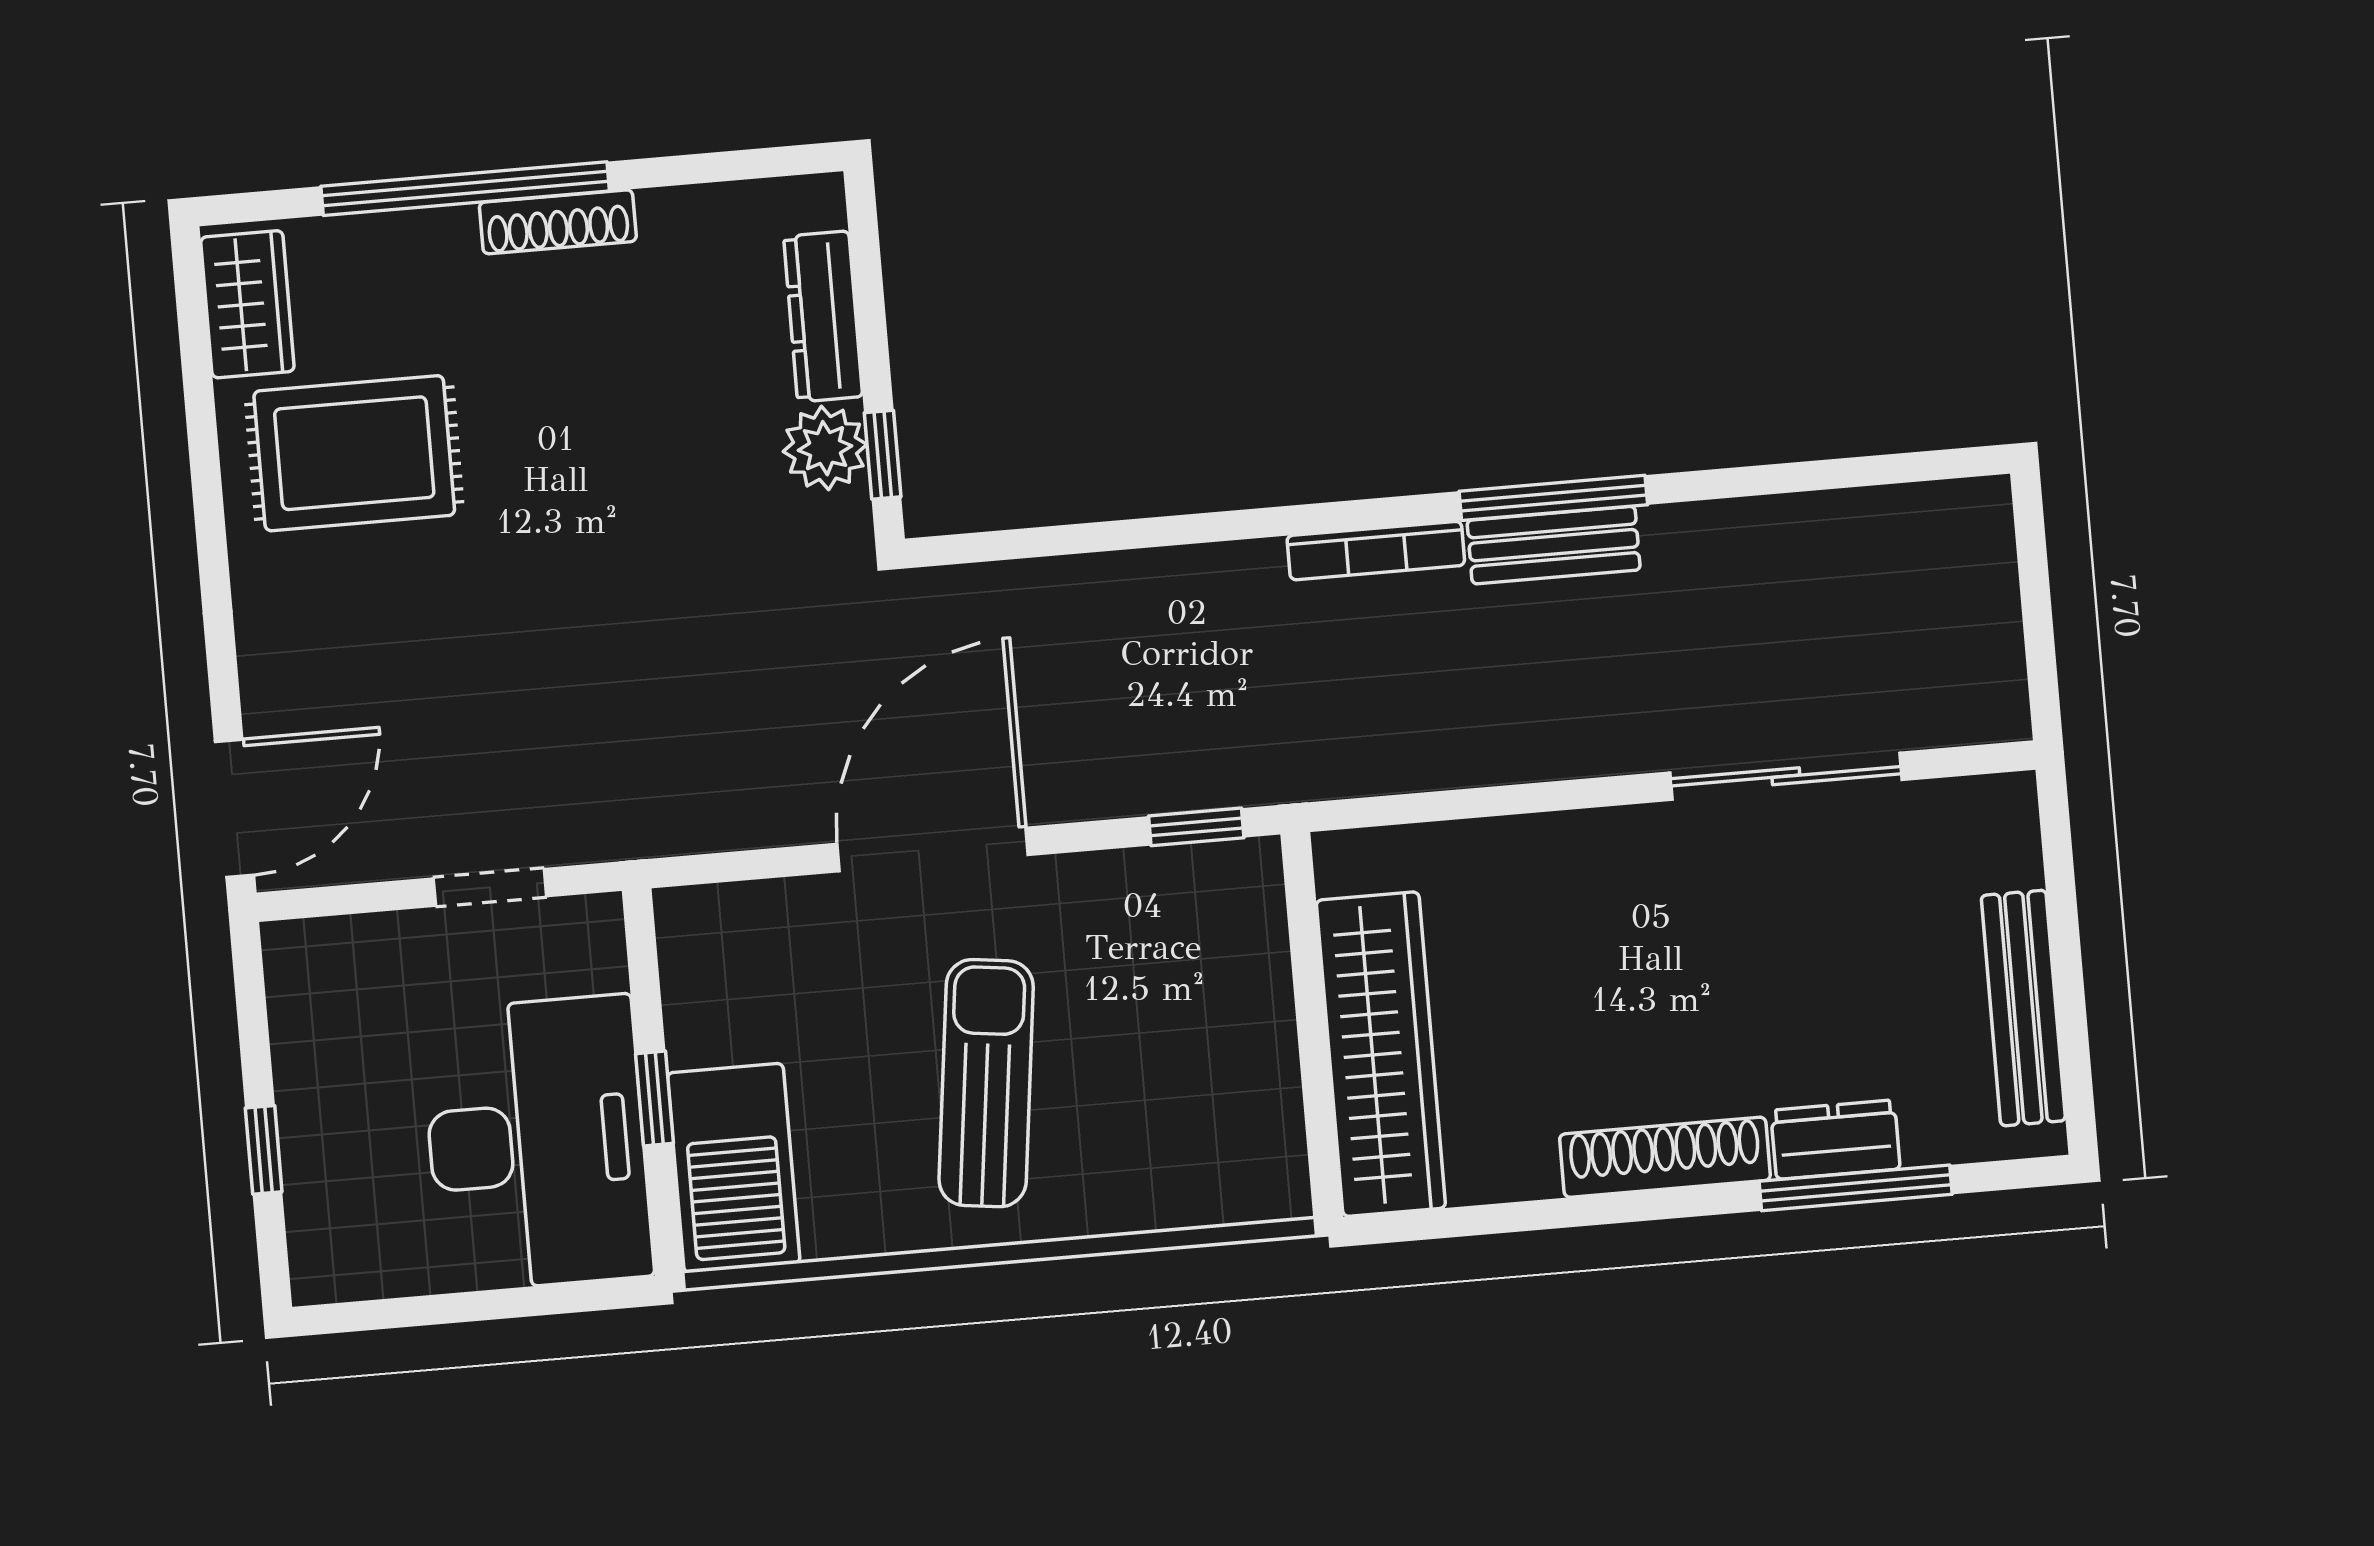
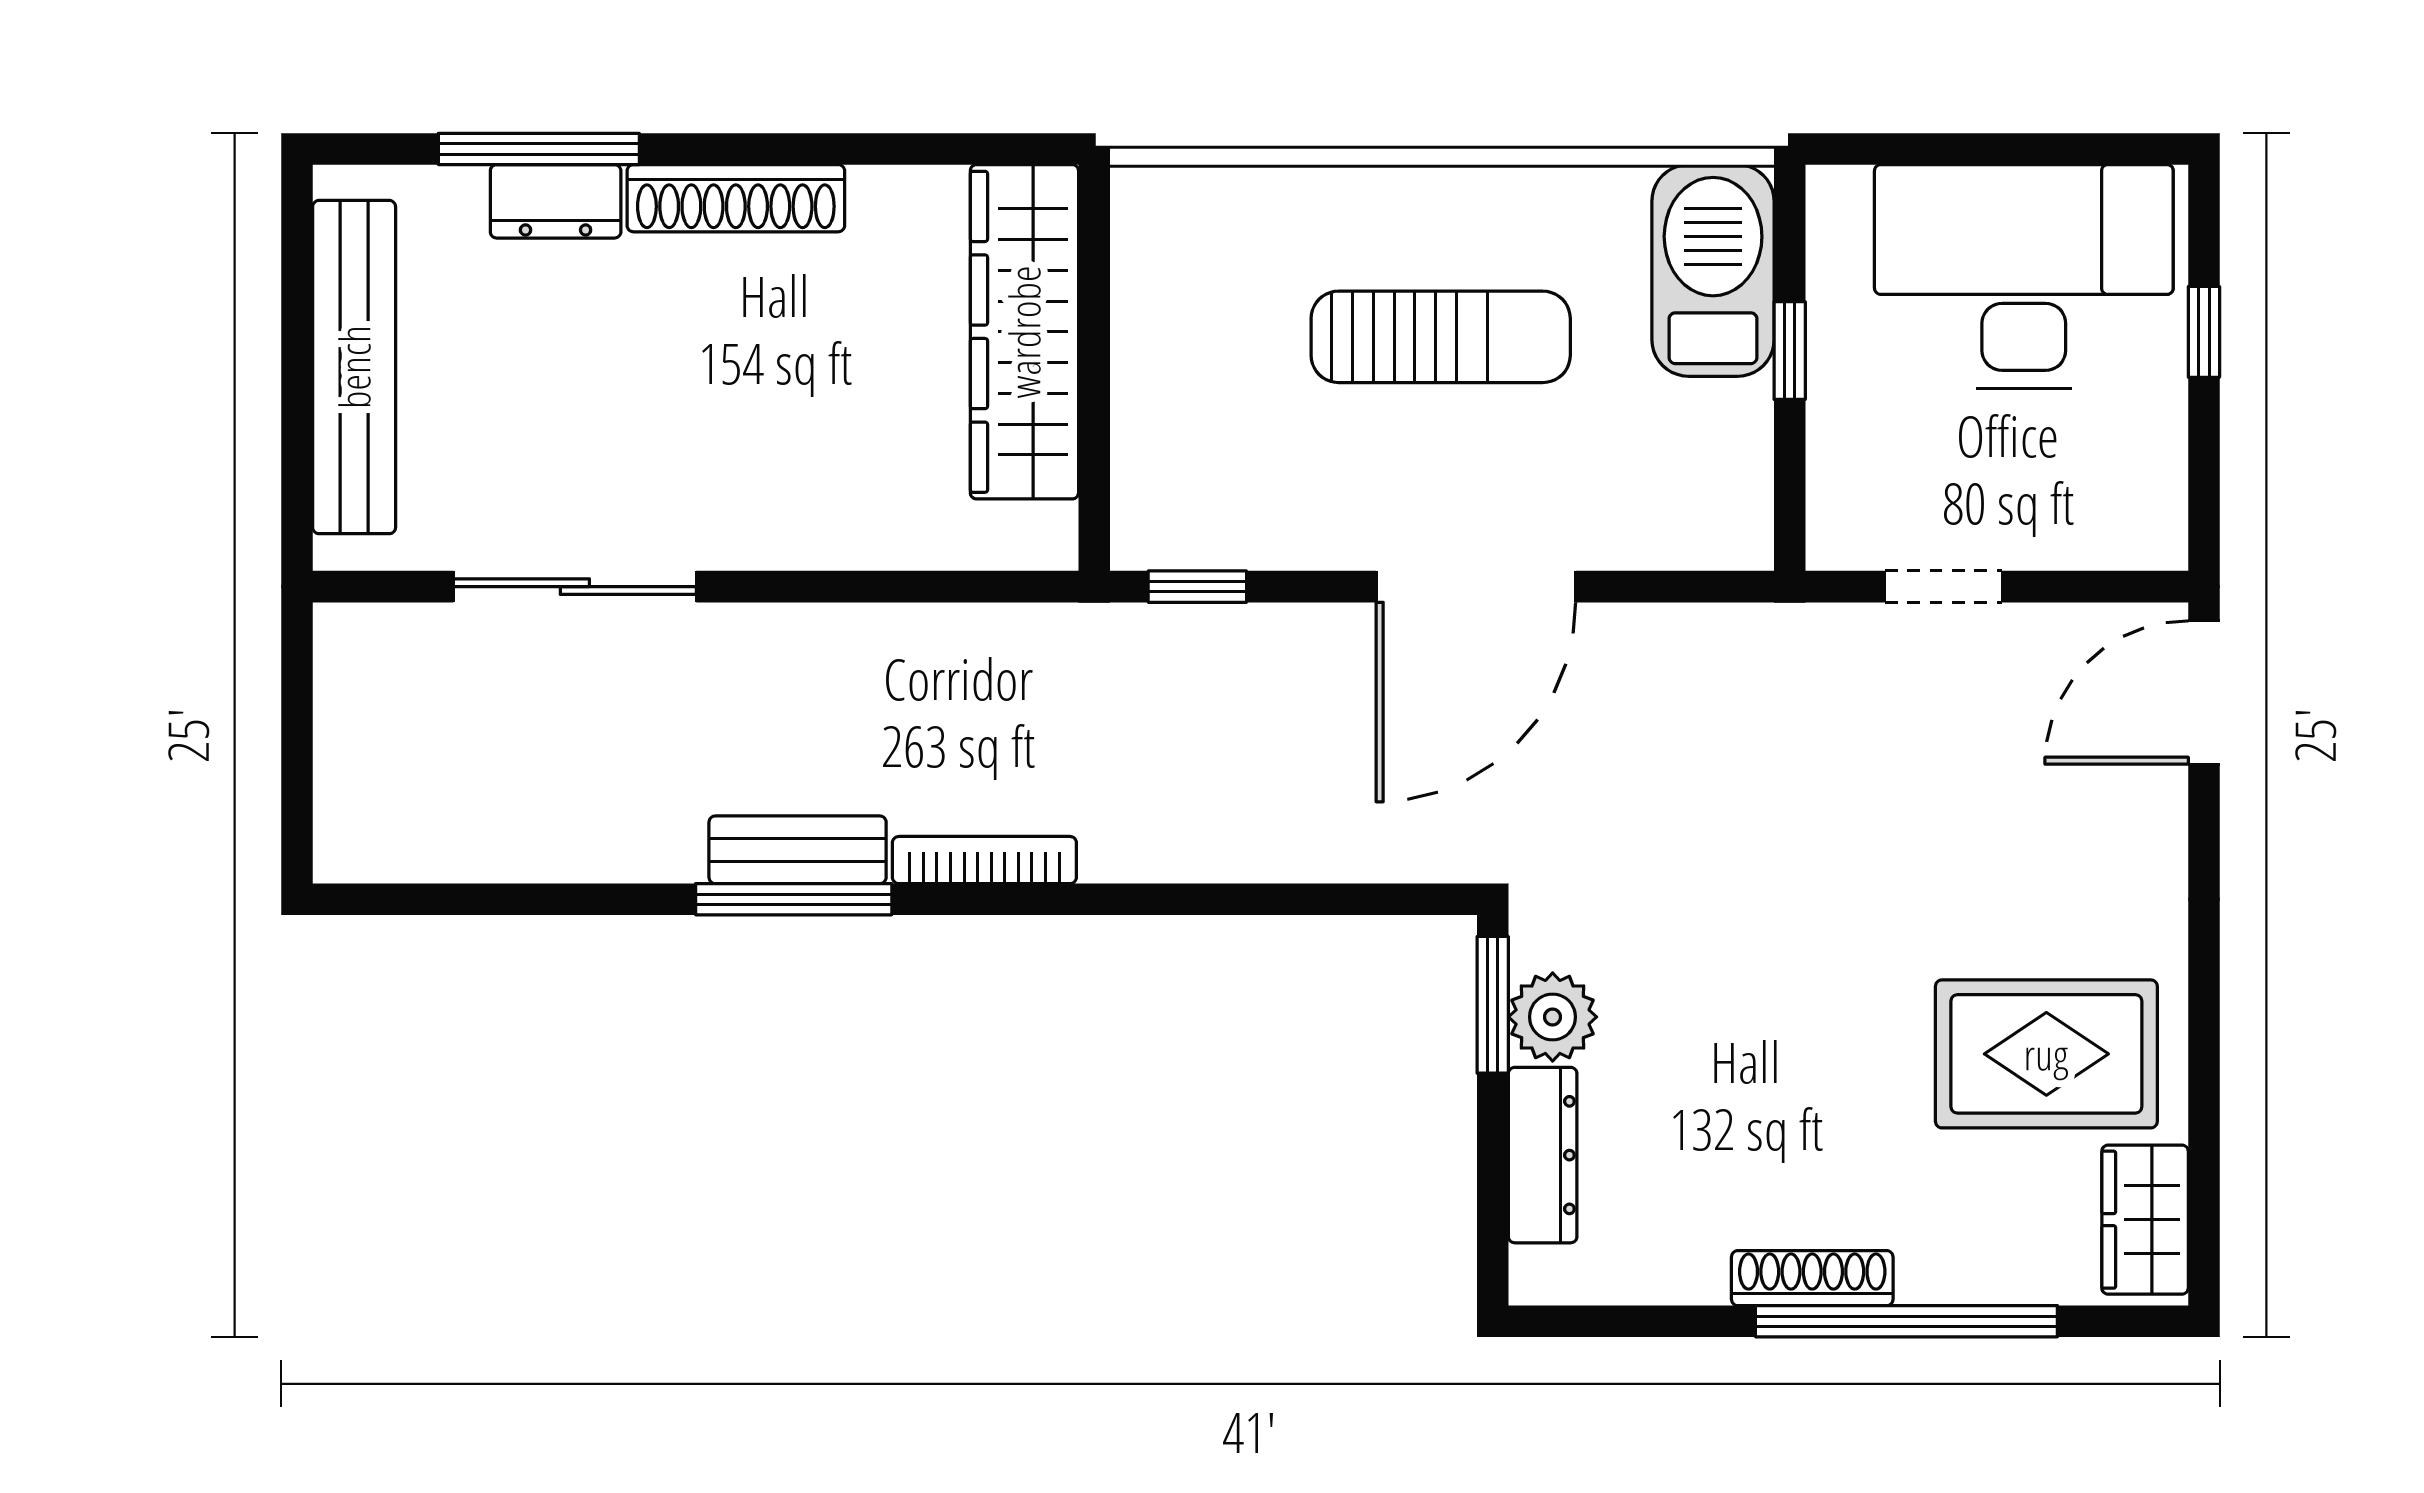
window: (883, 455) -> (1493, 1005), width x1.50
bench: (2023, 1008) -> (354, 367), width x1.37, depth x1.21
sun lounger: (986, 1083) -> (1441, 337), turned -97
desk: (537, 1143) -> (2024, 276), moved, turned 90

